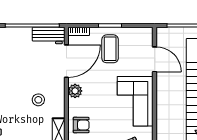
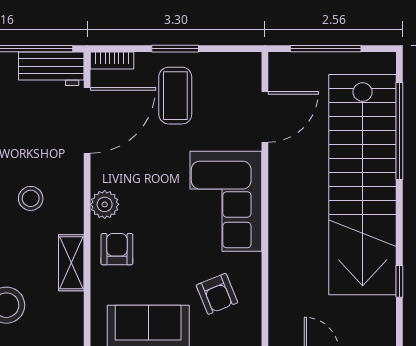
door: (155, 59) -> (265, 117), hinge flipped
plant: (75, 91) -> (105, 204), moved
armchair: (81, 125) -> (117, 249), turned -90

